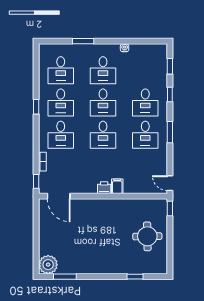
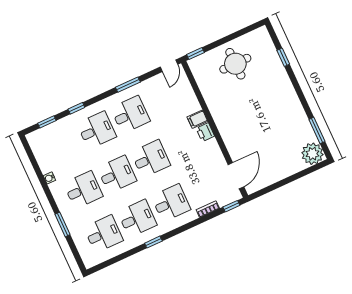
window: (170, 132) -> (128, 85), moved

